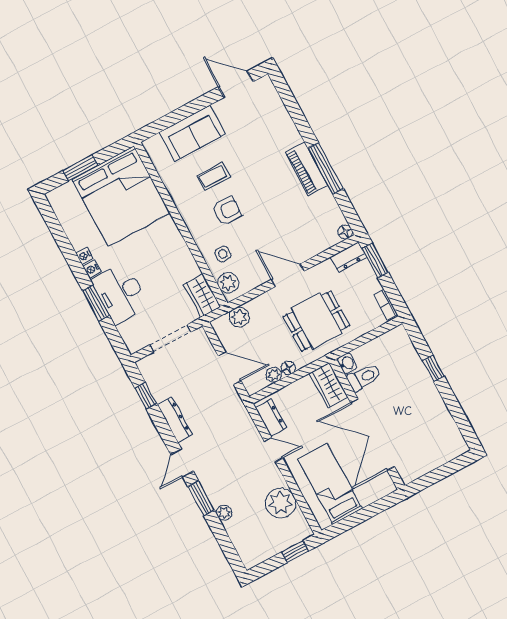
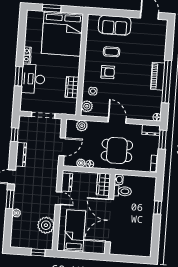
window: (326, 168) -> (167, 82), width x1.46
wardrobe: (202, 296) -> (72, 87), moved
door: (230, 368) -> (62, 147), hinge flipped

